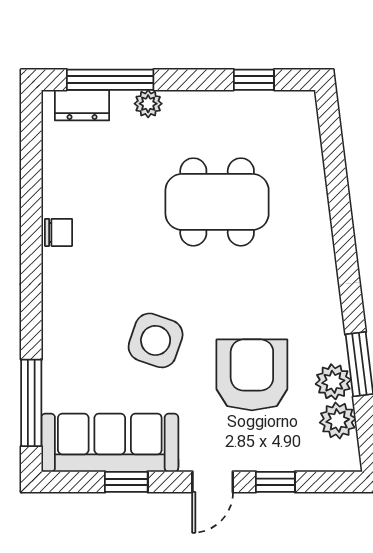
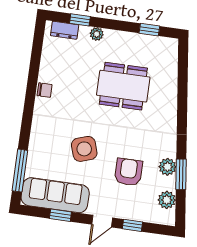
window: (110, 80) -> (80, 20), width x0.46
side table: (156, 340) -> (84, 149), turned -37
armchair: (252, 375) -> (128, 172), width x0.73, depth x0.73
plant: (333, 382) -> (167, 167), moved

